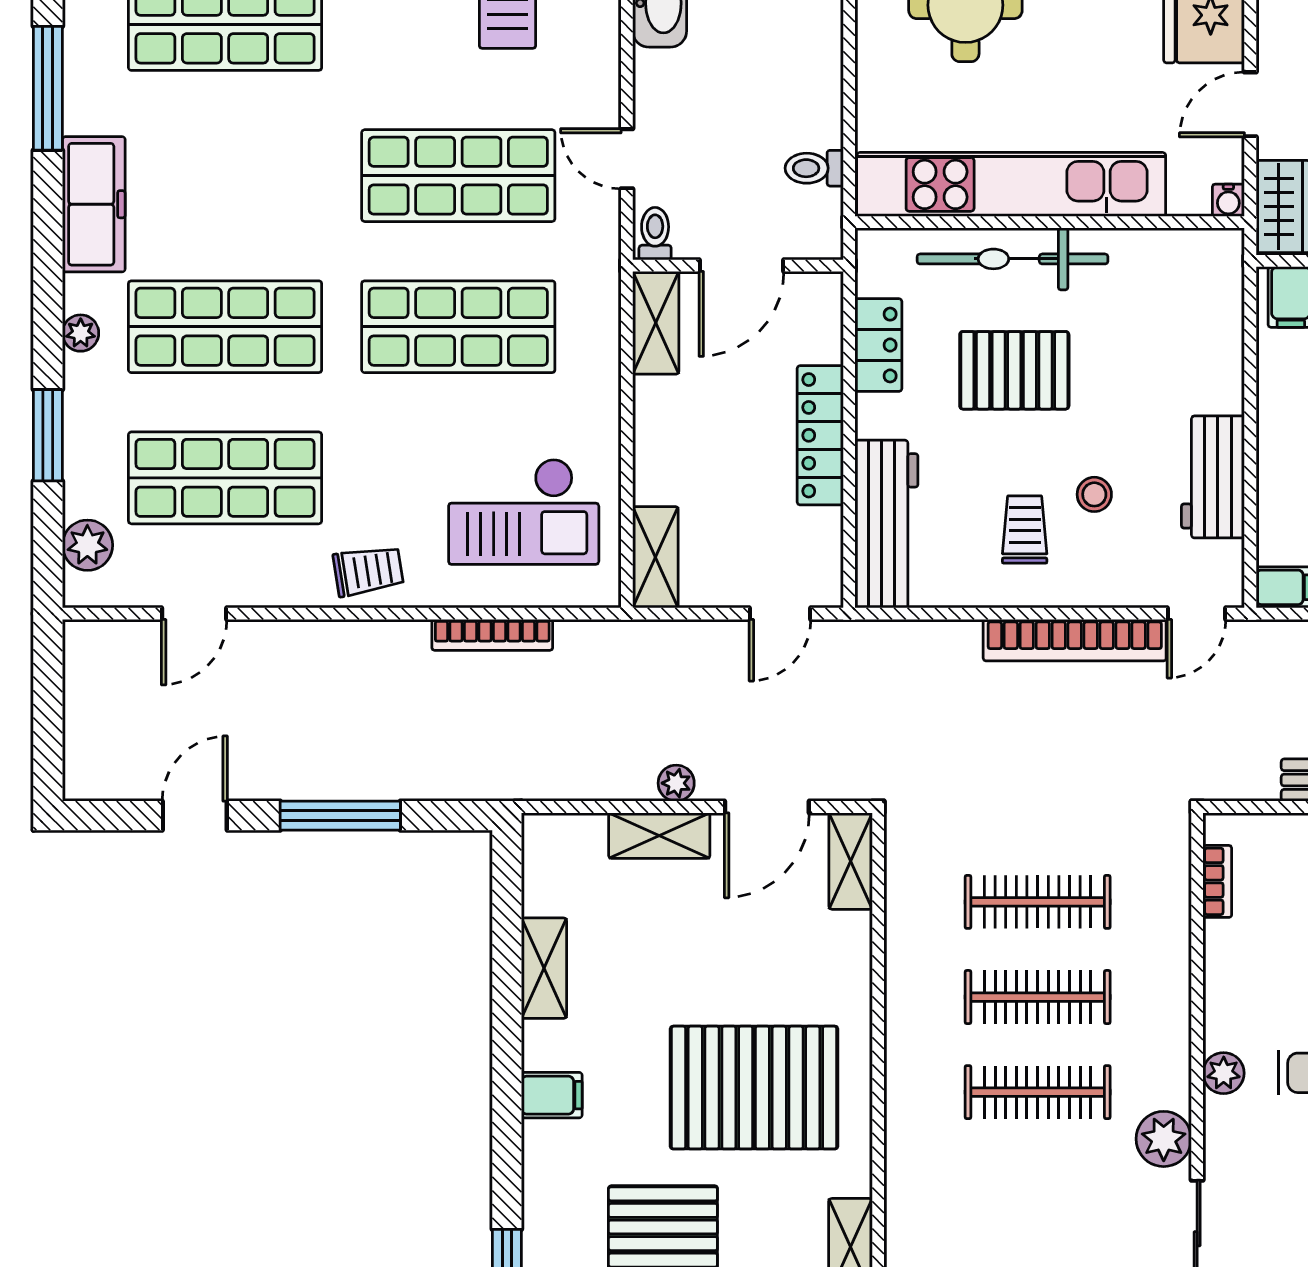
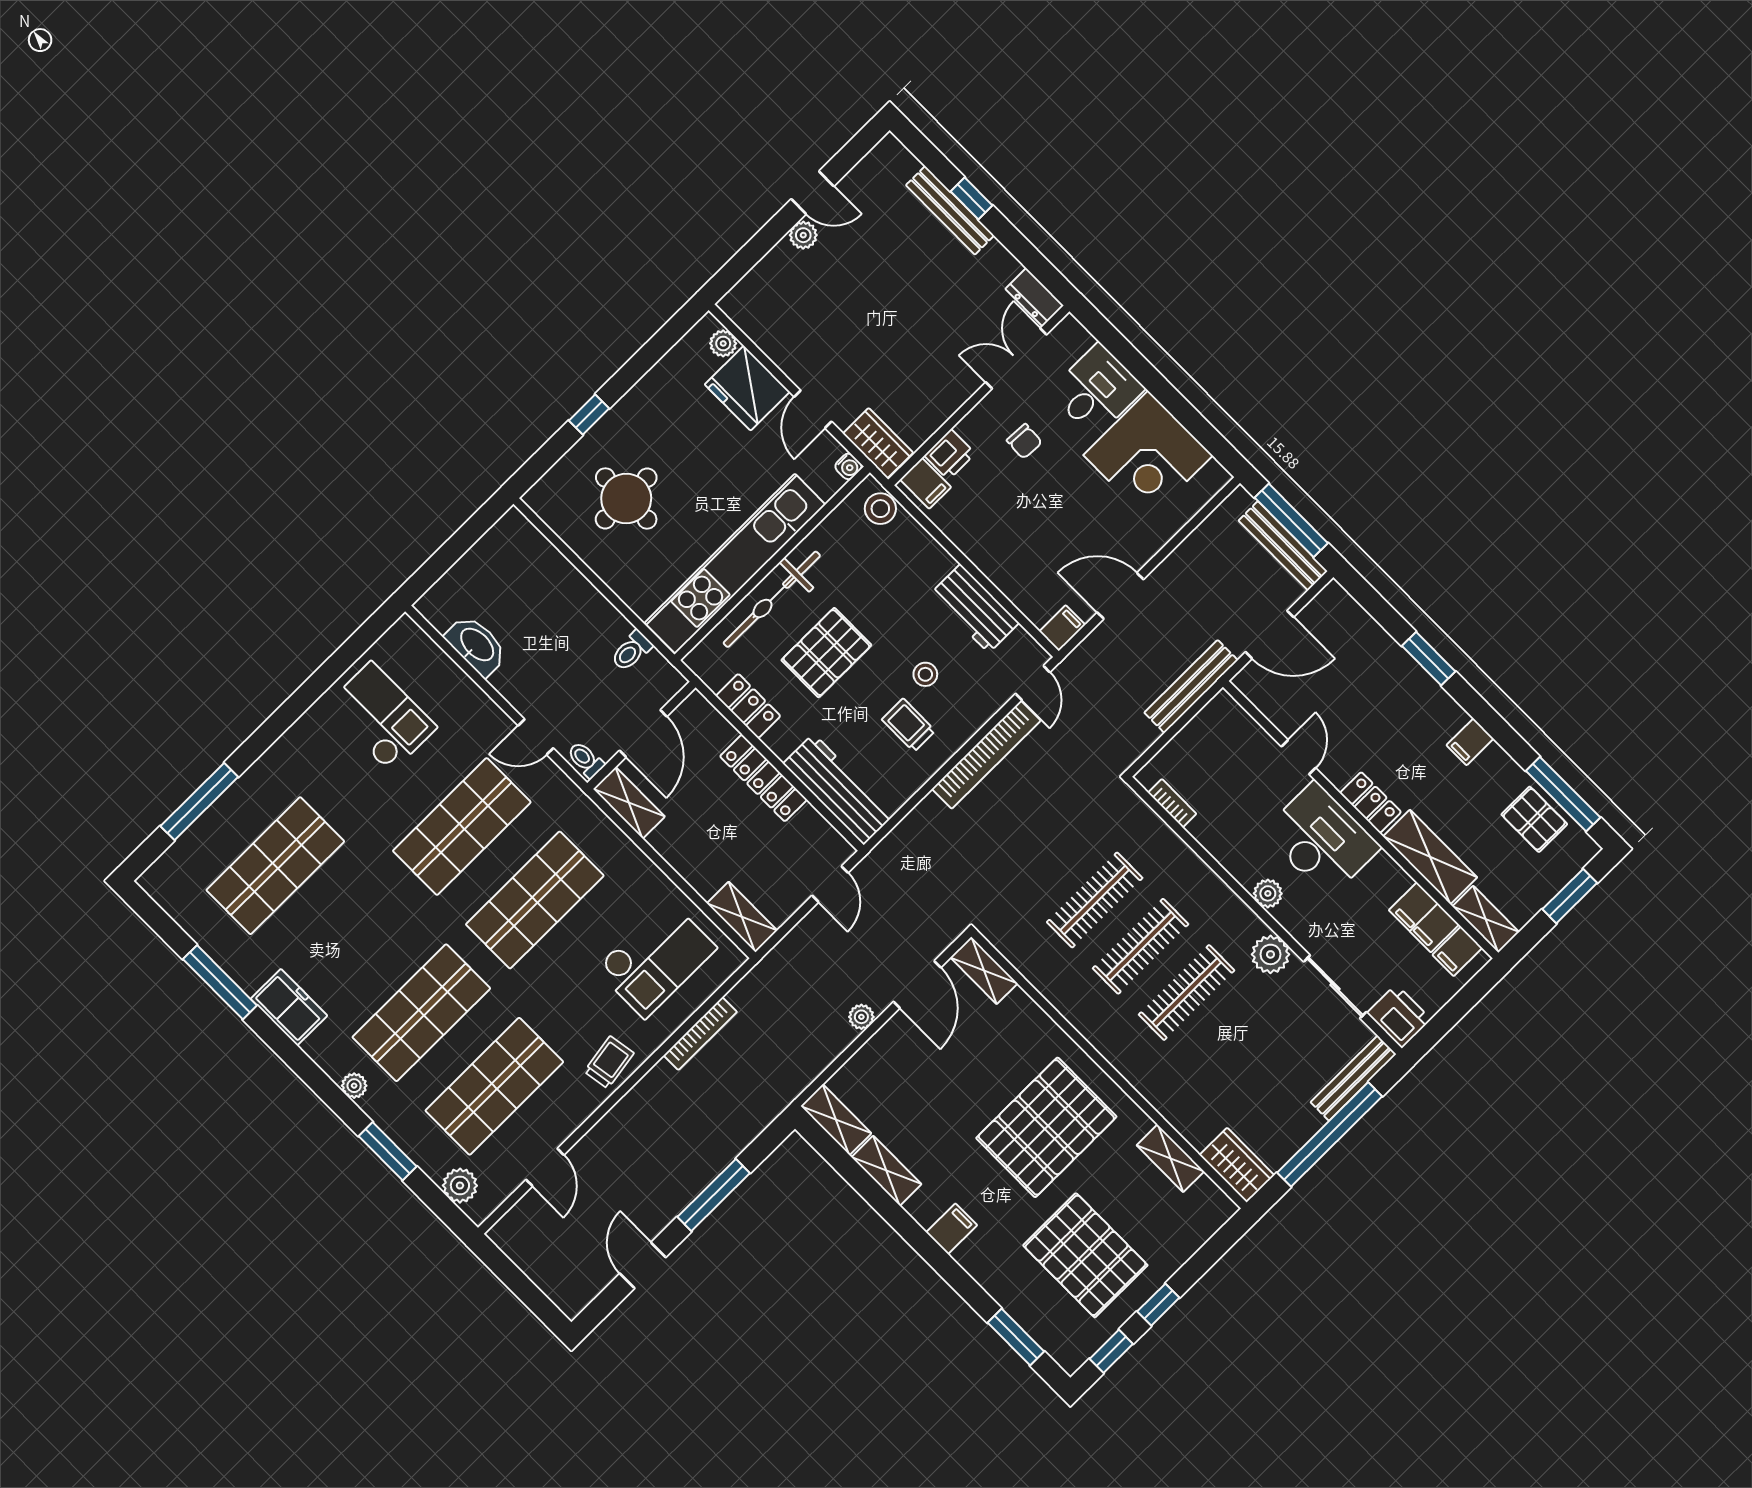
freezer: (94, 204) -> (289, 1007), width x0.71
stool: (1218, 277) -> (880, 509), added
shelving: (659, 836) -> (836, 1120), moved, turned 90

